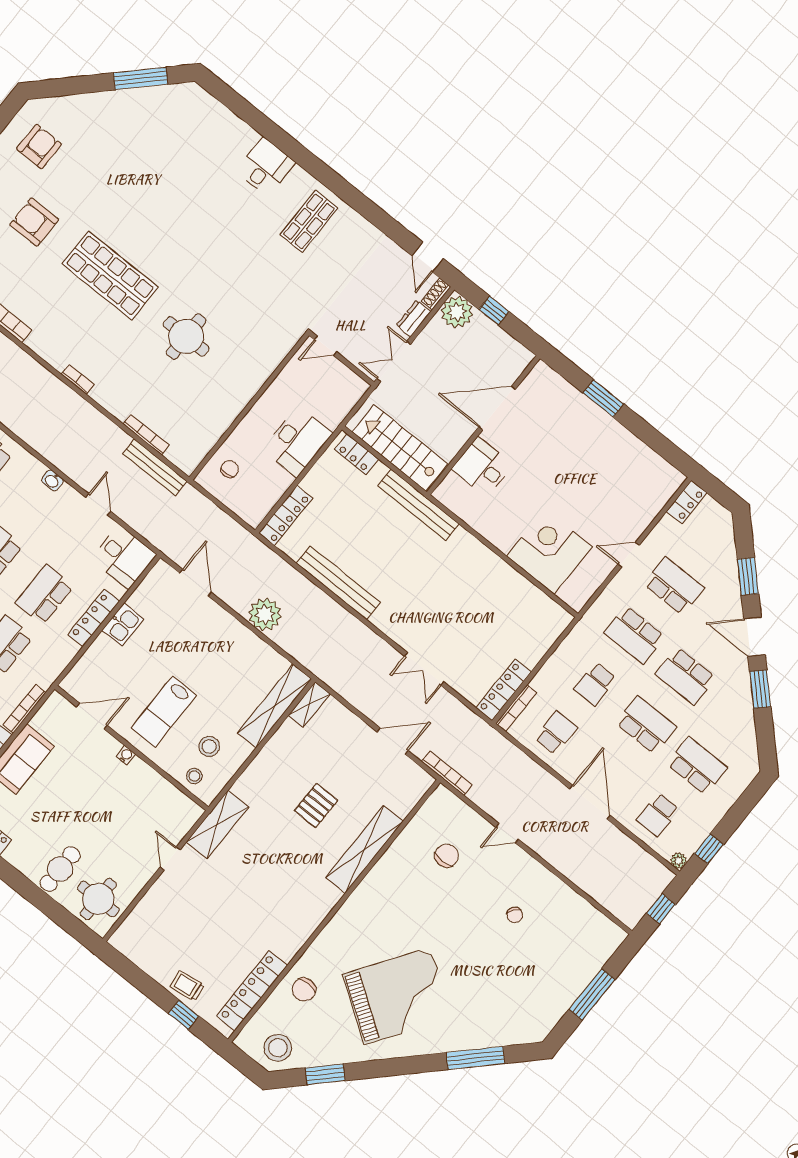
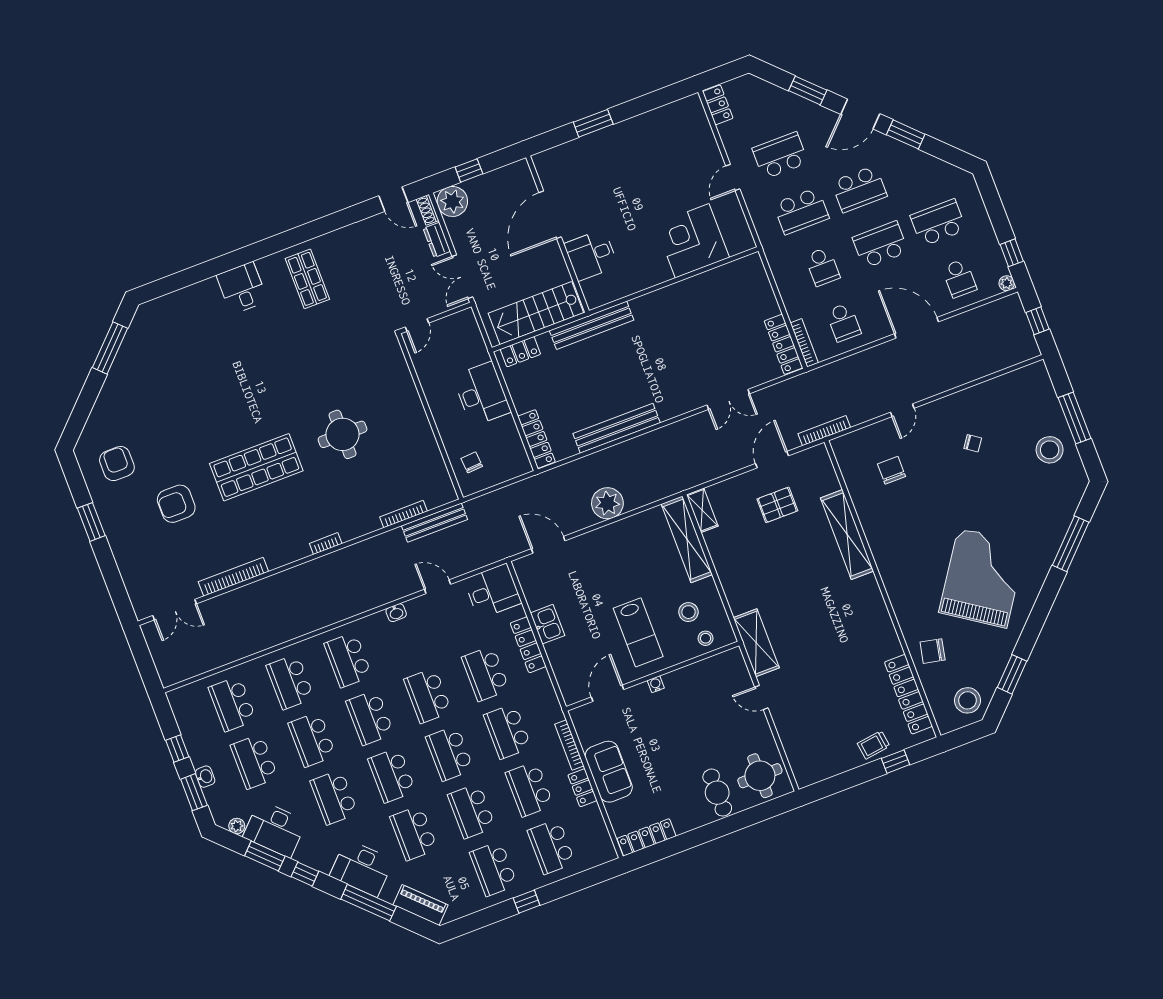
school desk: (556, 733) -> (843, 322), turned 180
pallet: (316, 806) -> (777, 505), moved, turned 90
stool: (550, 989) -> (1050, 450), added
chair: (304, 990) -> (933, 651), turned 102

